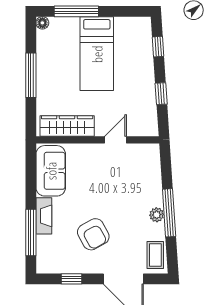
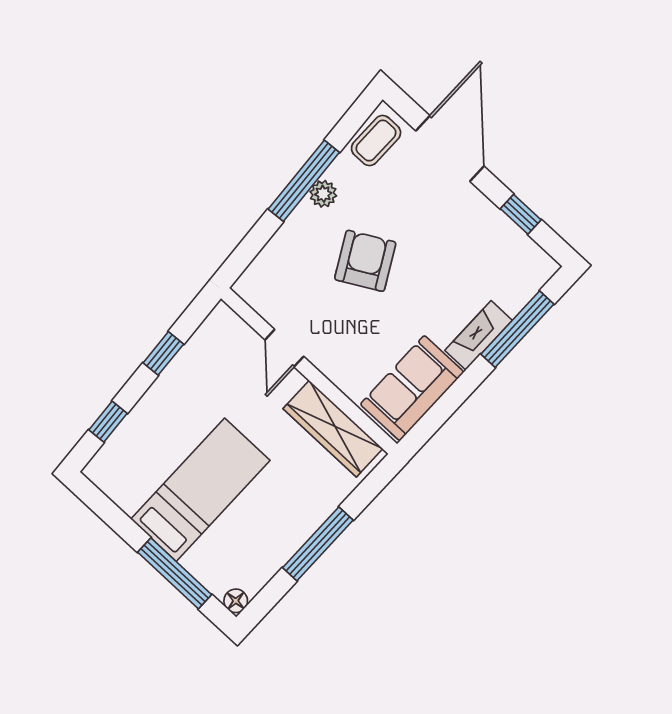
door: (116, 140) -> (284, 348), hinge flipped
armchair: (93, 234) -> (365, 261), moved

